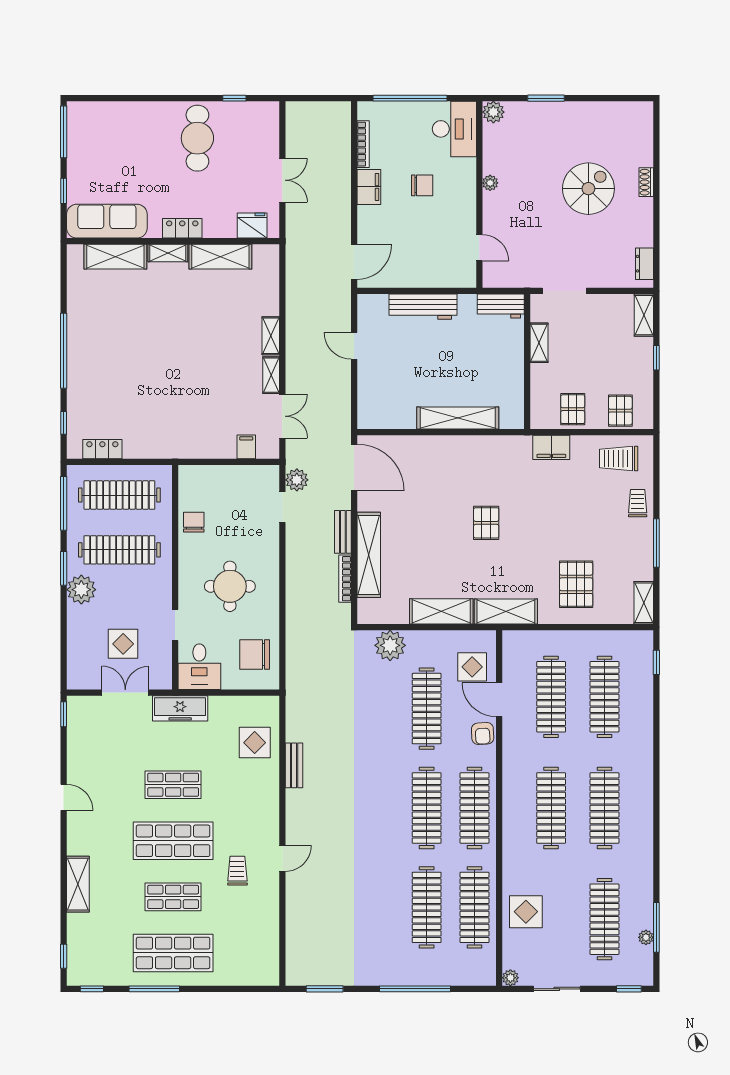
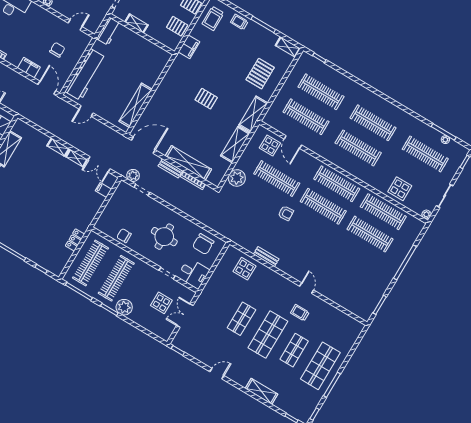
chair: (422, 185) -> (57, 50), moved
filing cabinet: (369, 187) -> (29, 68), moved
workbench: (423, 307) -> (85, 75), width x1.36, depth x1.32
double door: (282, 416) -> (99, 164), swing flipped
shelving: (458, 418) -> (136, 105), moved
locker: (102, 449) -> (75, 240), moved
pallet: (576, 584) -> (260, 74), turned 90
door: (499, 700) -> (293, 142), hinge flipped
freezer: (180, 708) -> (208, 294), removed
armchair: (483, 733) -> (286, 213), moved

